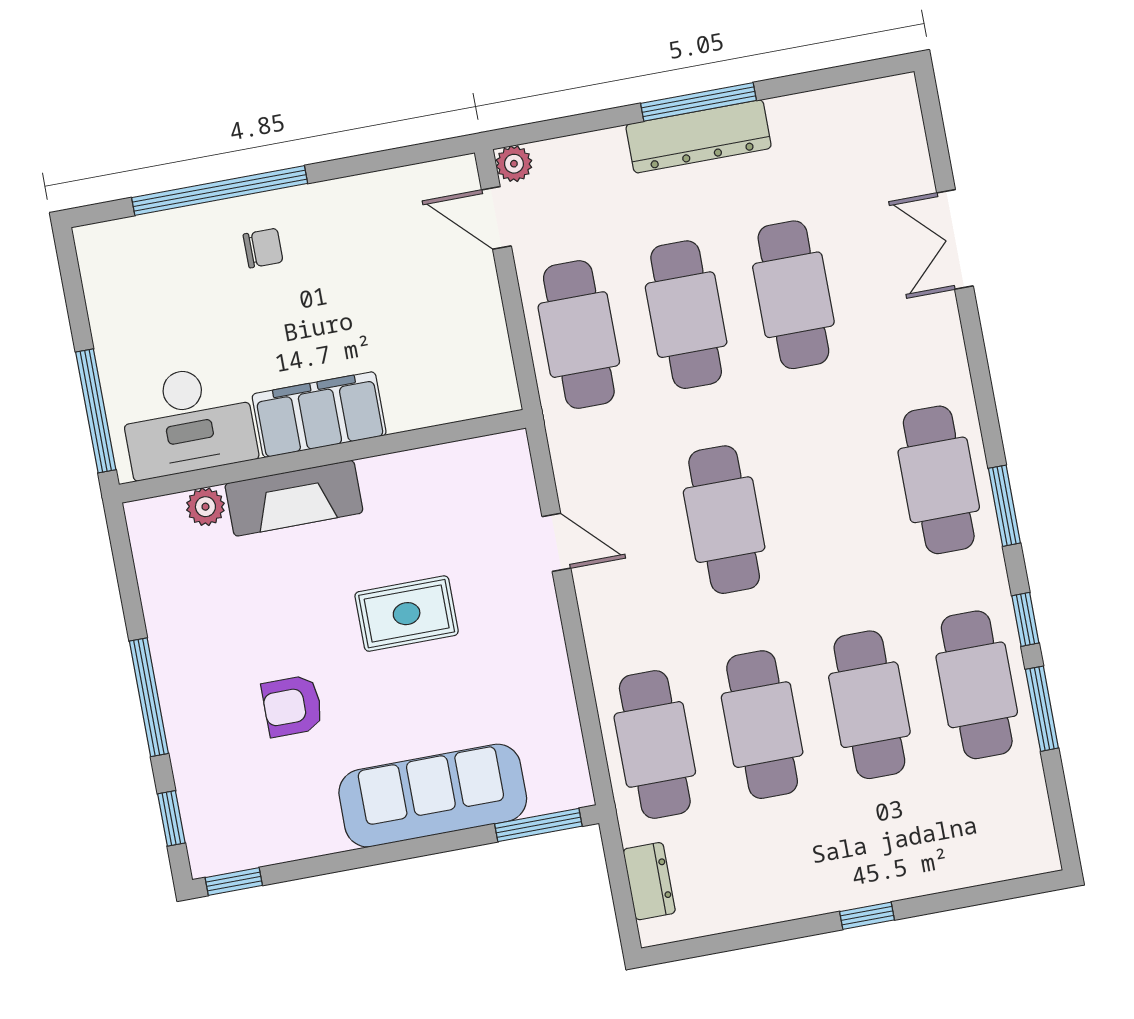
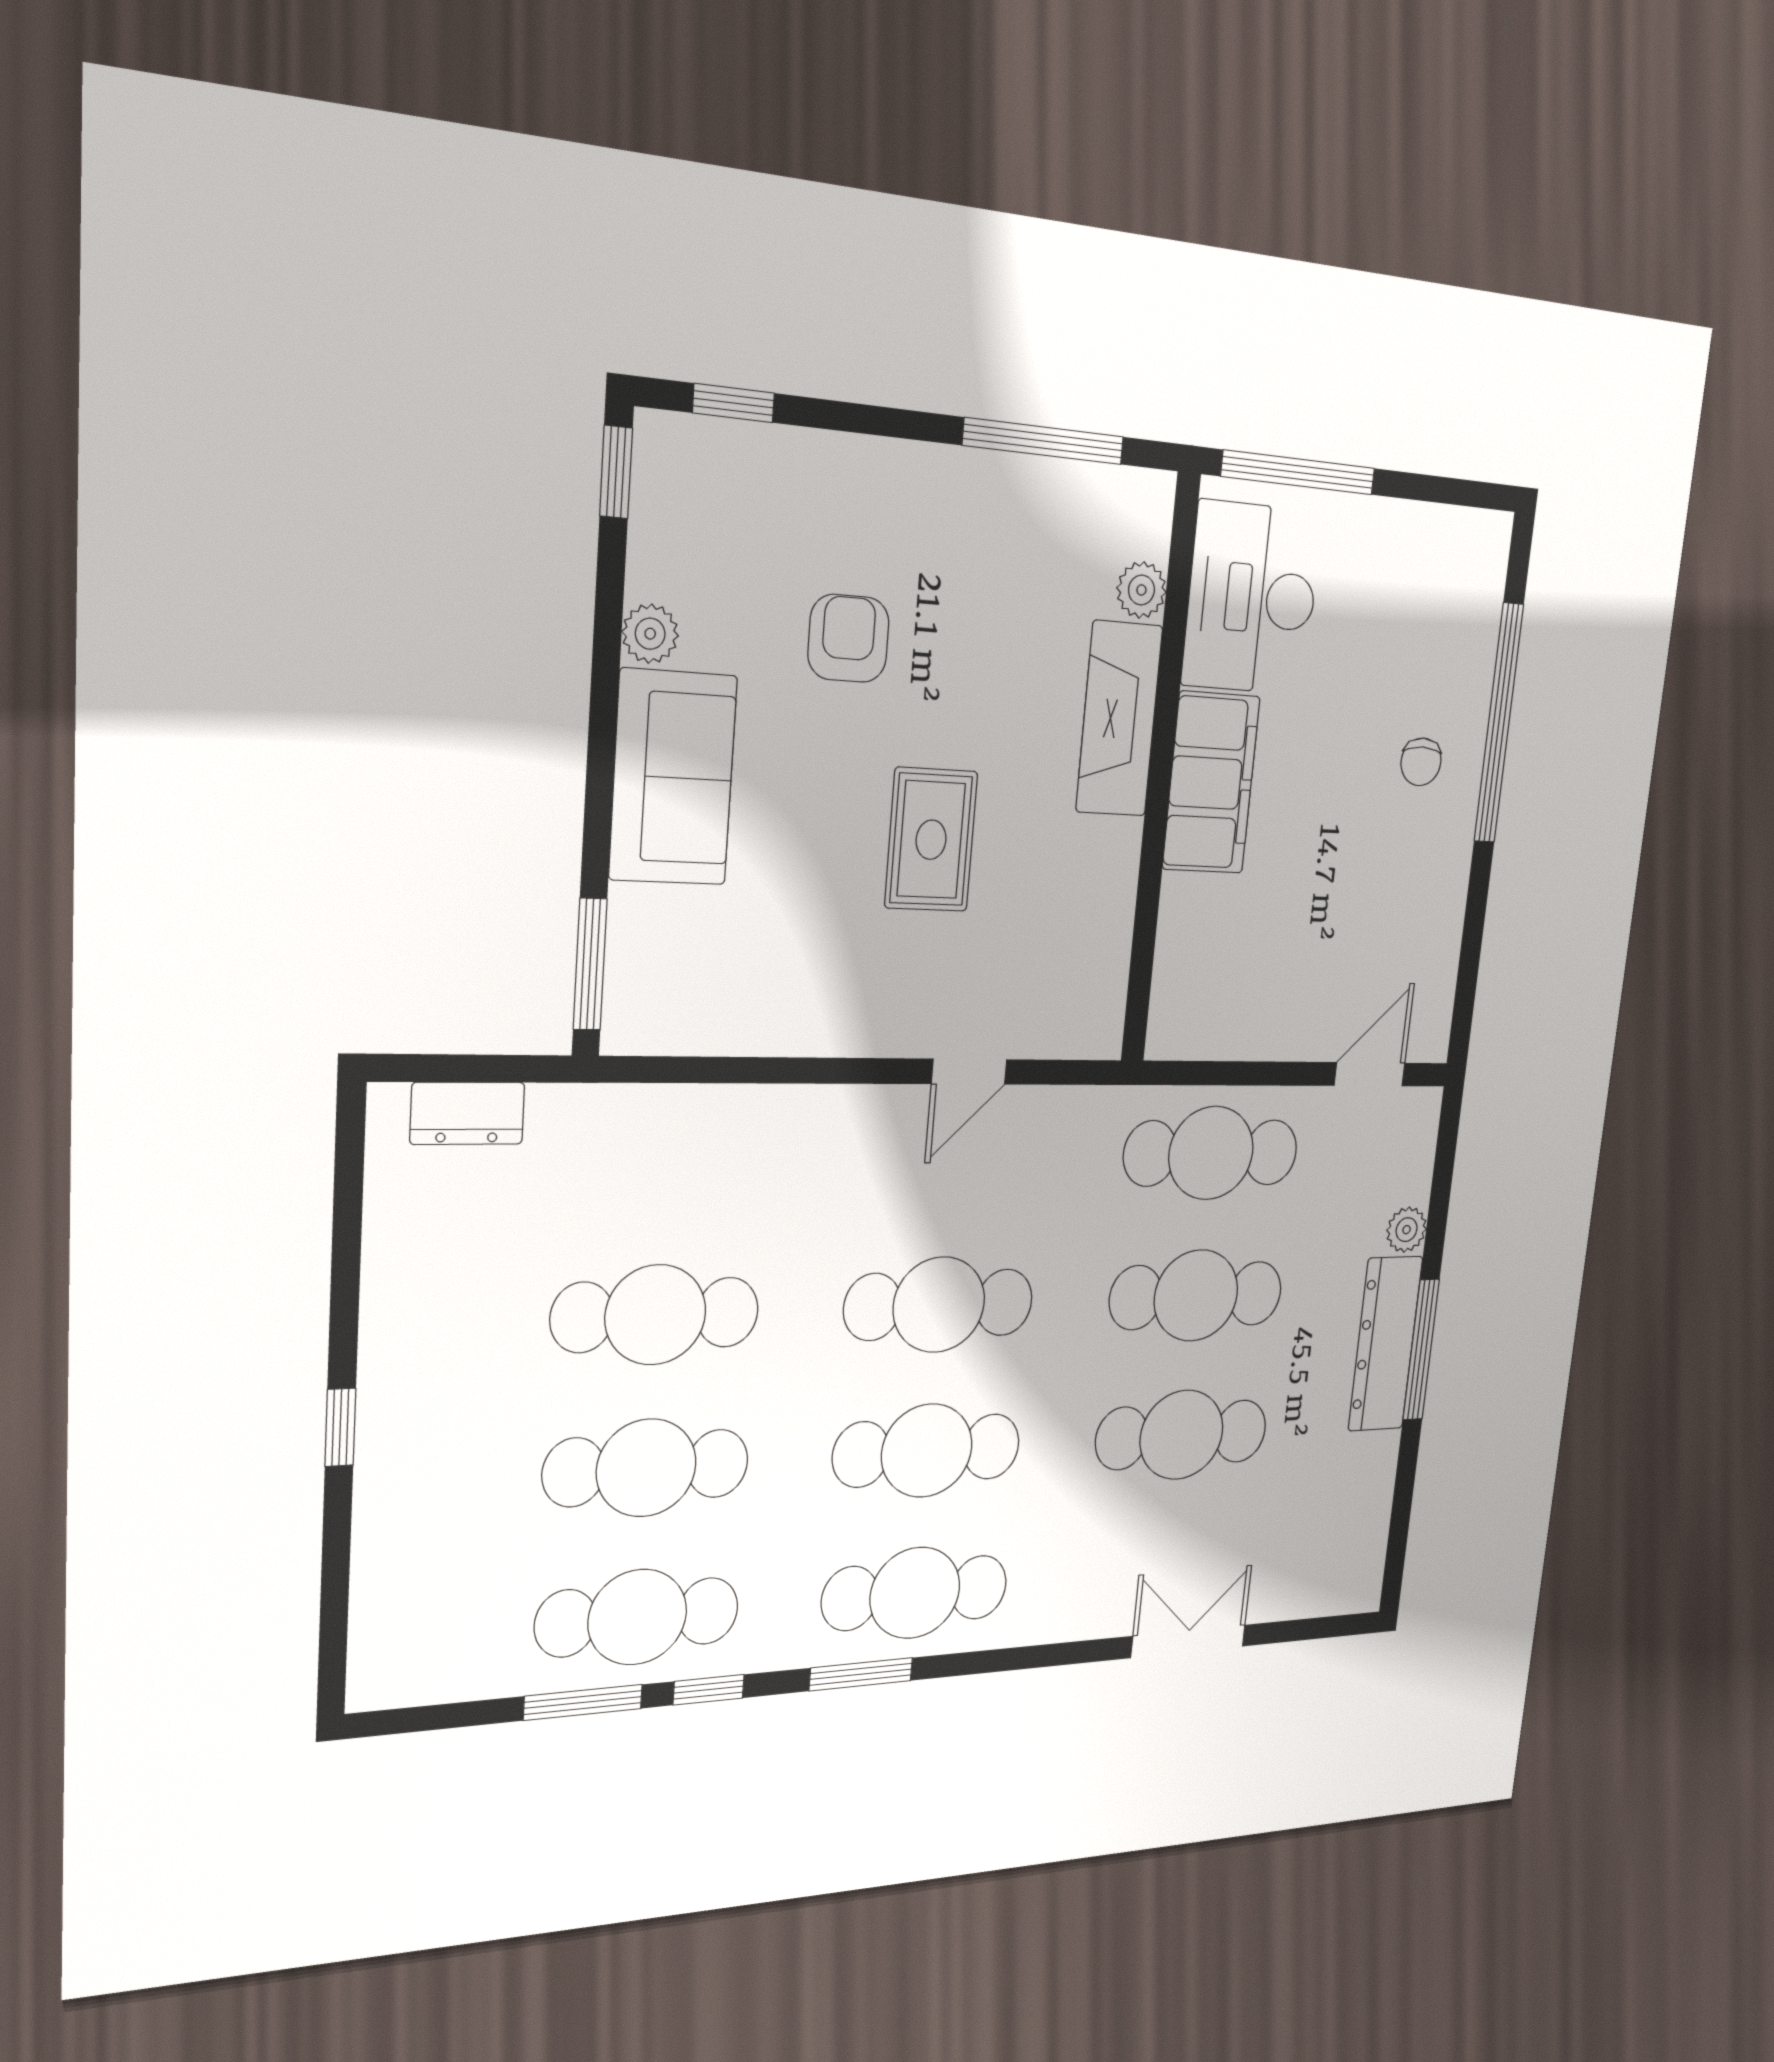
plant: (514, 164) -> (1407, 1230), moved
window: (149, 697) -> (1044, 441), moved
cafe table: (655, 744) -> (927, 1451), moved
sofa: (433, 796) -> (673, 778), width x0.73
plant: (324, 837) -> (650, 634), added

